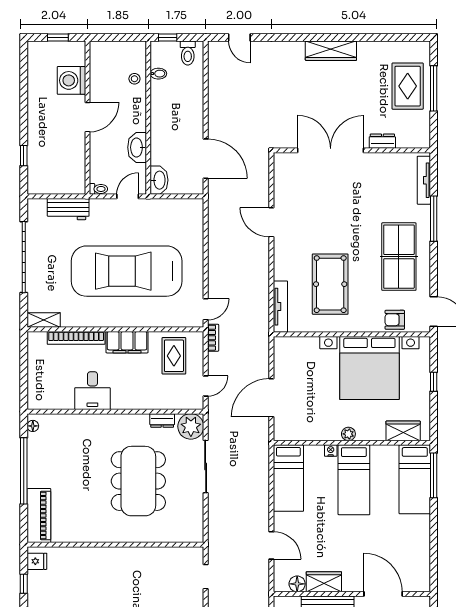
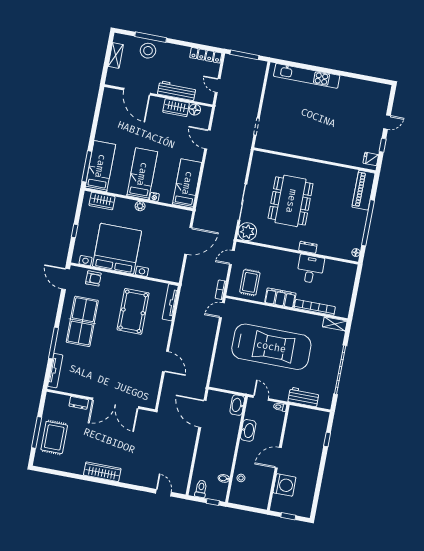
door: (128, 196) -> (261, 398), swing flipped
dresser: (162, 420) -> (308, 247), moved

